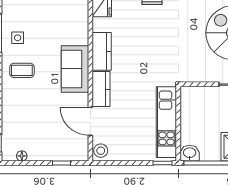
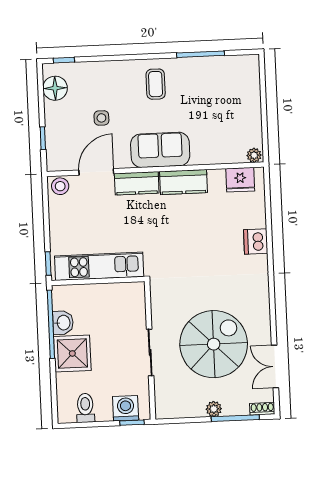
side table: (18, 38) -> (101, 118), moved
washbasin: (190, 153) -> (63, 323), moved
floor lamp: (22, 156) -> (55, 88), width x1.89, depth x1.89

